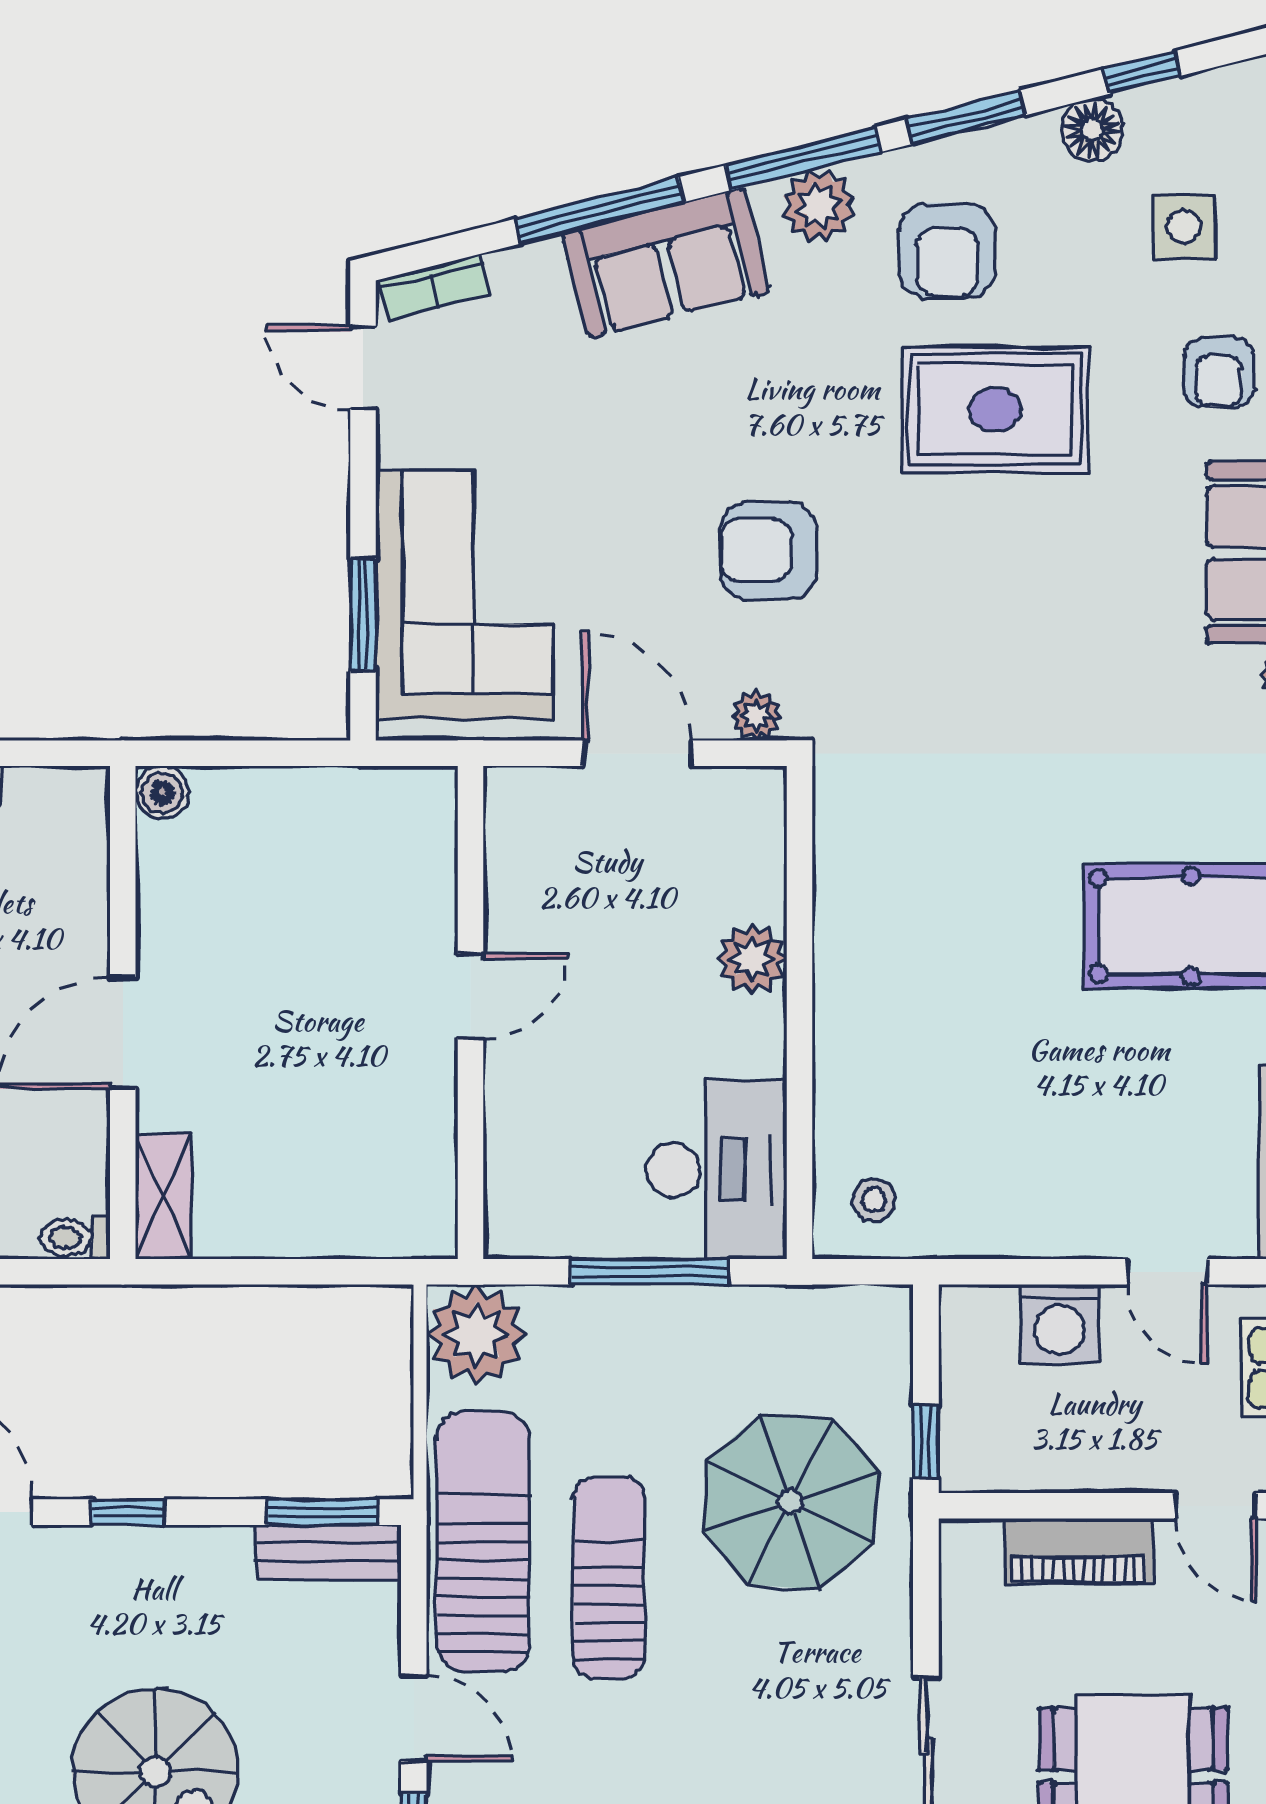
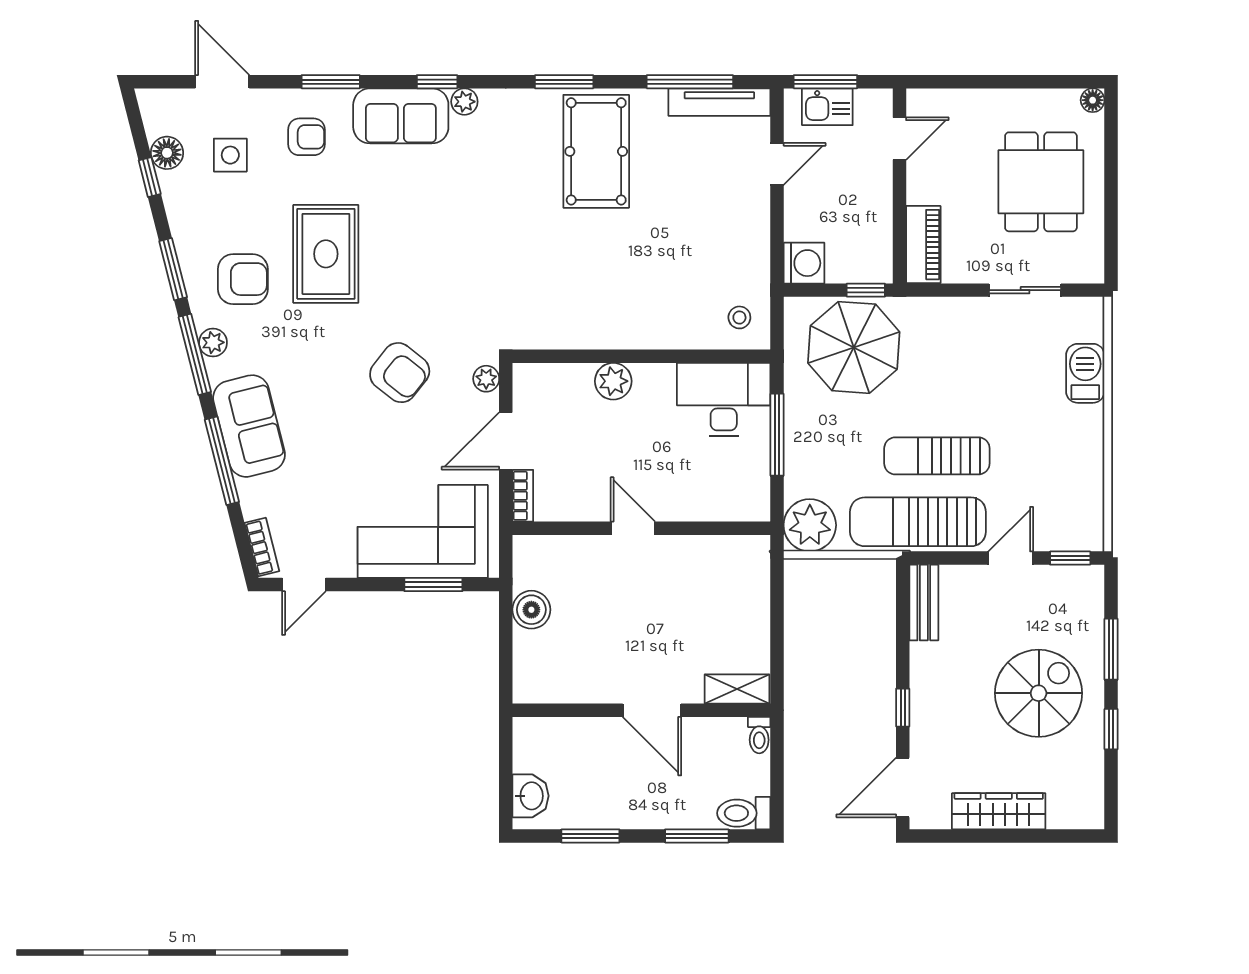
floor lamp: (1092, 130) -> (167, 153), moved
plant: (818, 206) -> (213, 343), width x0.73, depth x0.73
armchair: (768, 550) -> (400, 373), turned -52
bookcase: (533, 786) -> (523, 496), added
boiler: (162, 793) -> (531, 610), moved, width x1.36, depth x1.36
washing machine: (1060, 1323) -> (804, 263), moved
parasol: (790, 1502) -> (854, 347), moved
window: (322, 1512) -> (903, 606), removed
piano: (1078, 1551) -> (923, 245), moved

